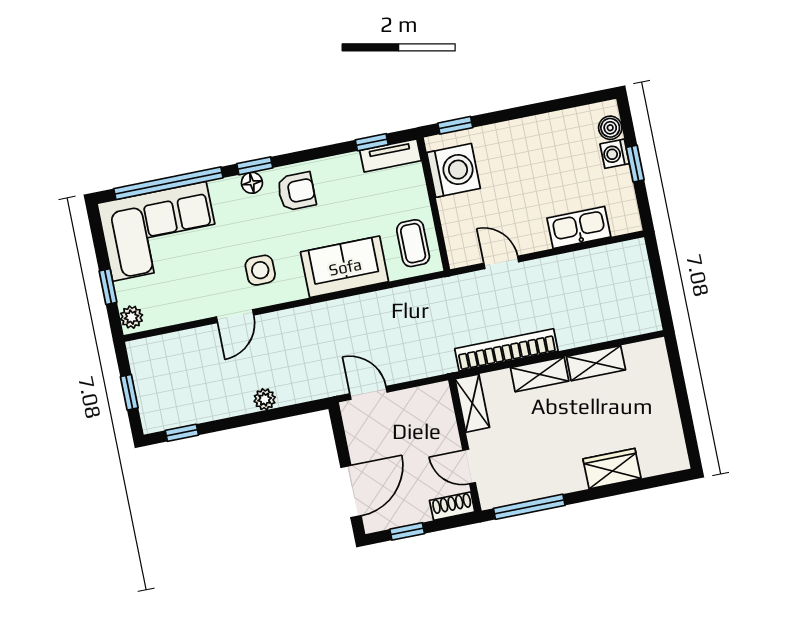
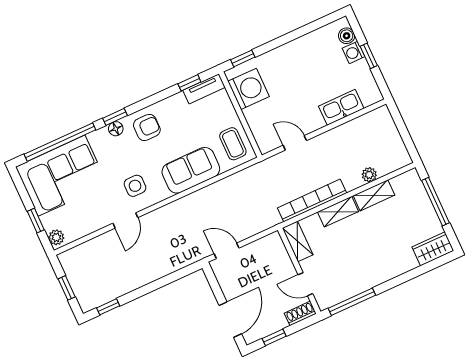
window: (681, 393) -> (436, 202), added
plant: (265, 399) -> (369, 175), moved
wardrobe: (612, 469) -> (433, 249), moved

